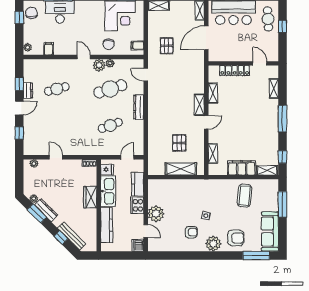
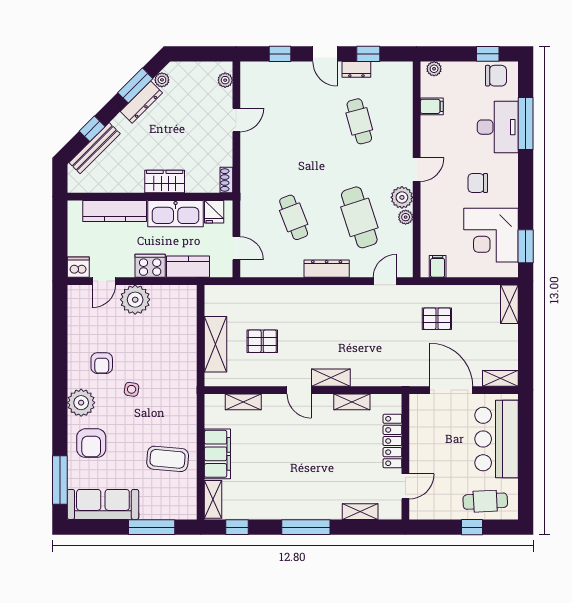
chair: (109, 44) -> (478, 183), moved

